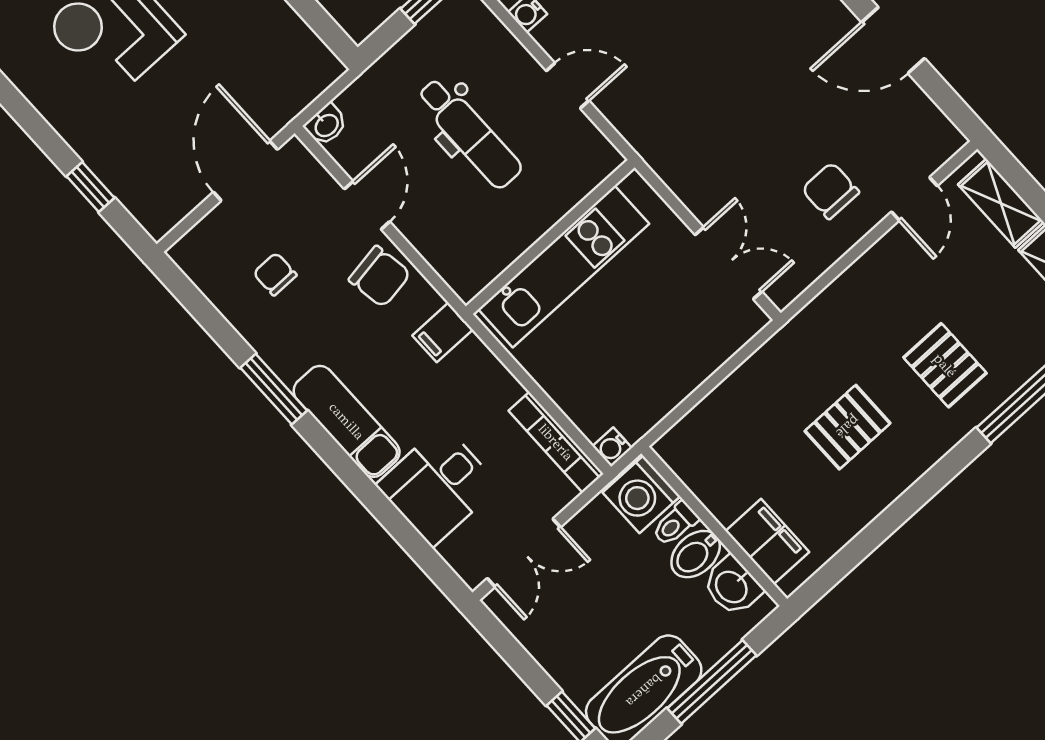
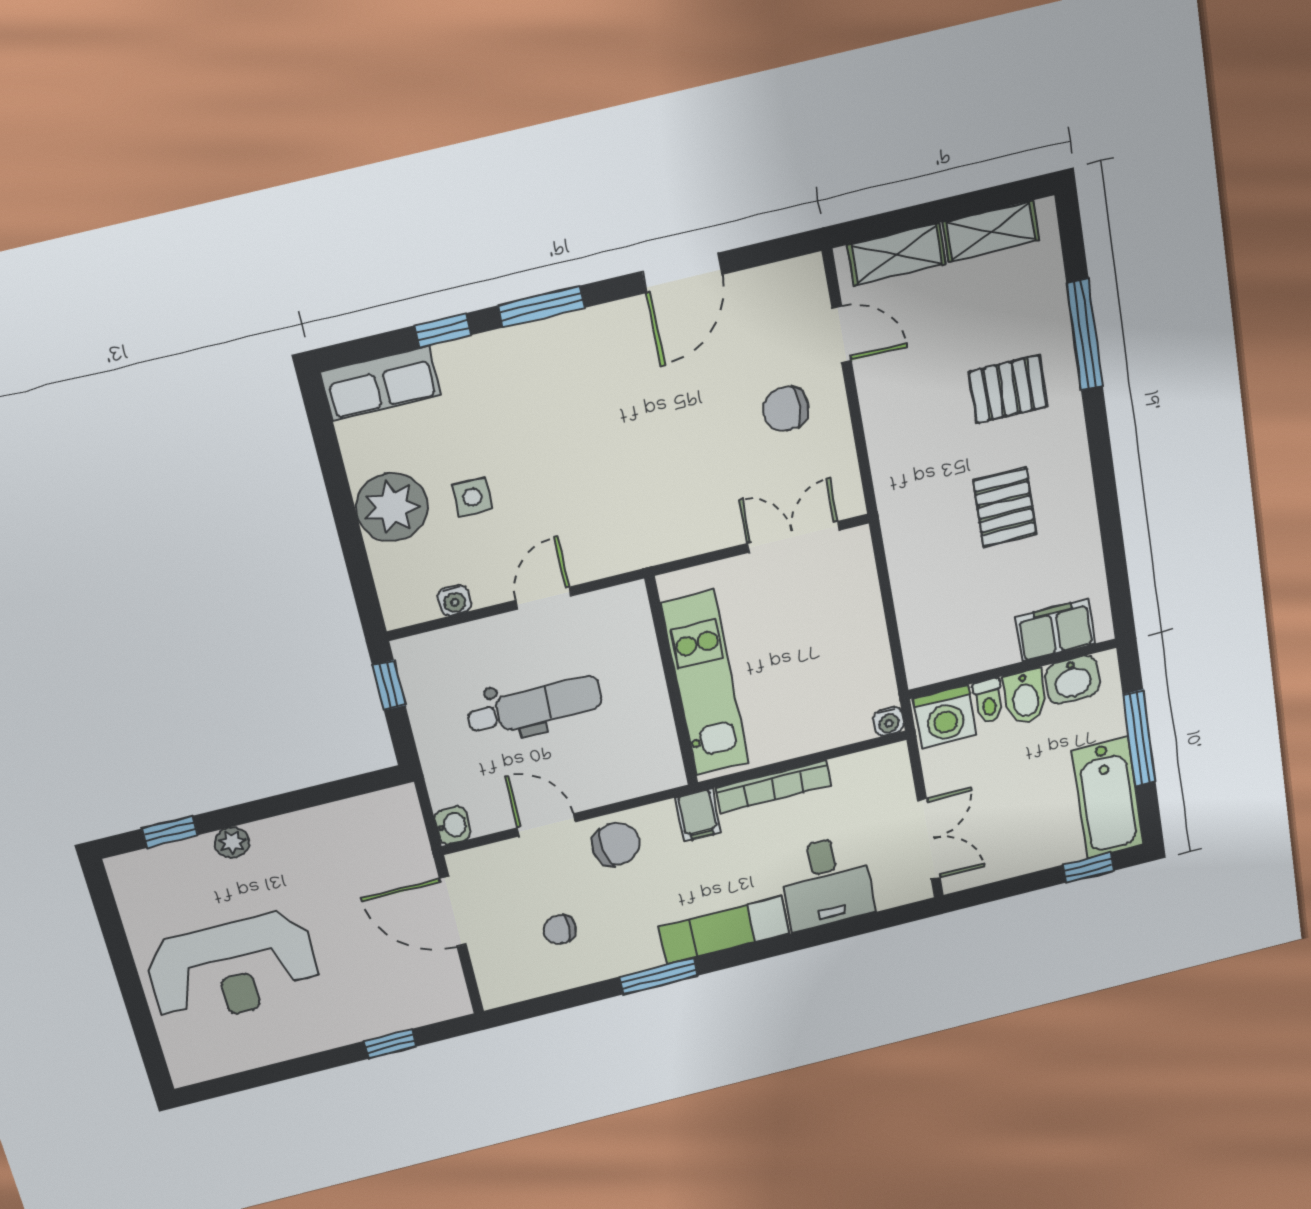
bookcase: (556, 442) -> (773, 787), moved

